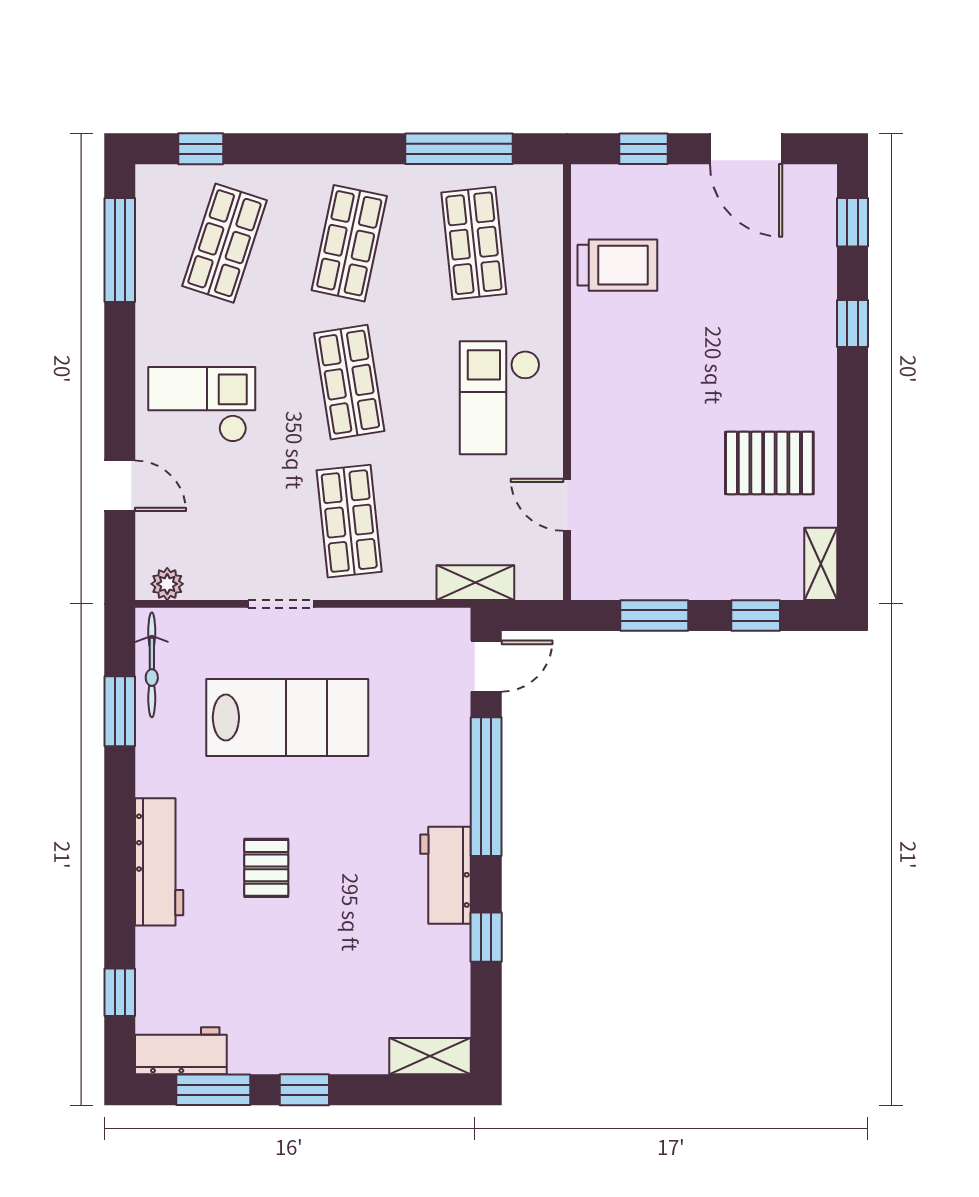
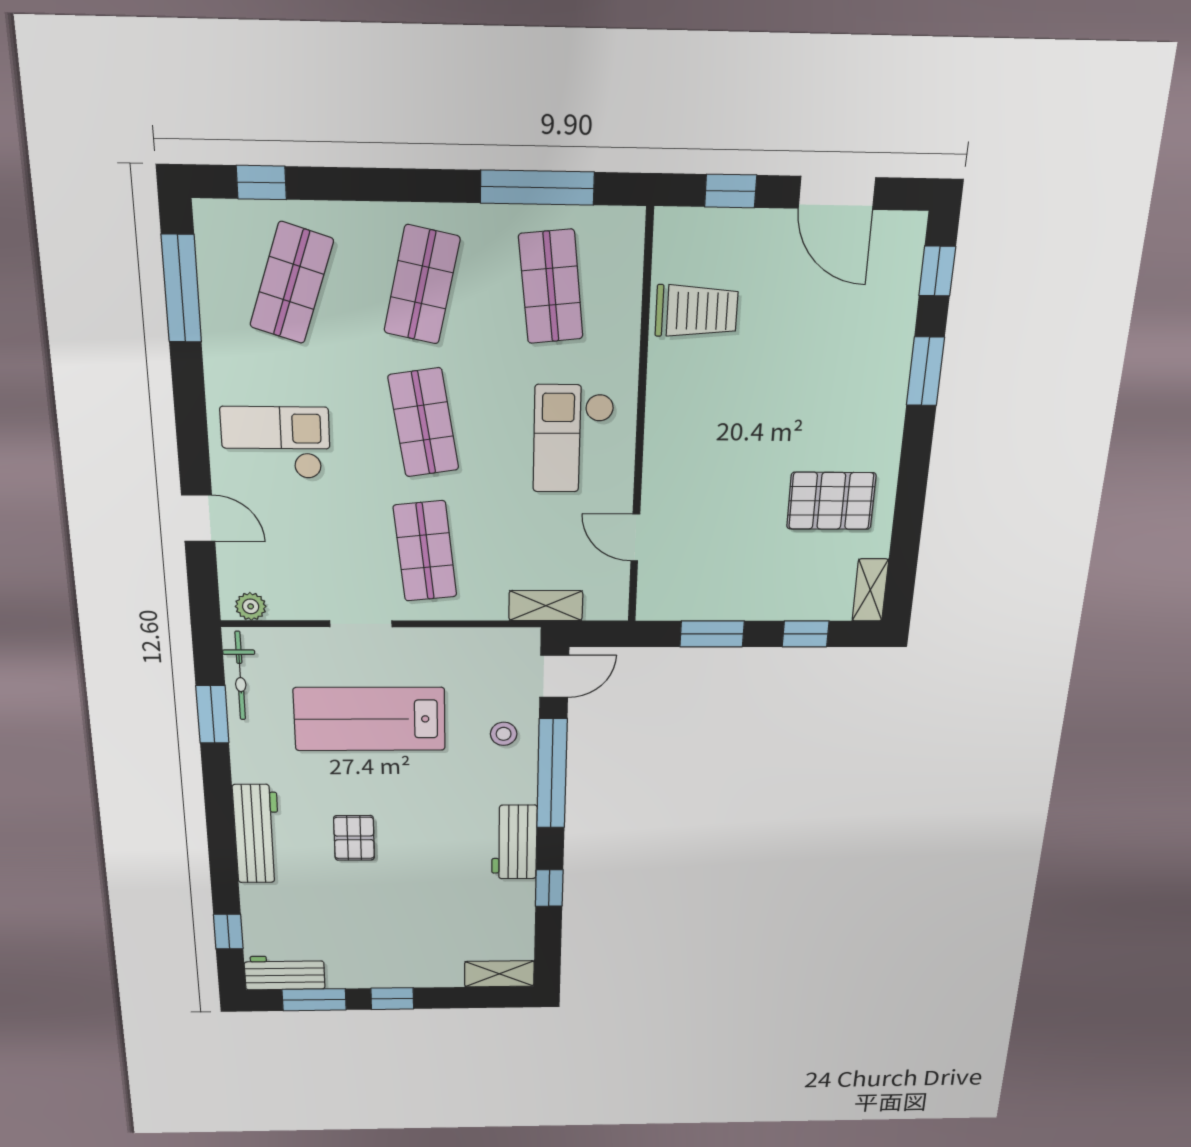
window: (852, 324) -> (925, 371), width x1.50
lab bench: (287, 717) -> (370, 719), turned 180
stool: (432, 736) -> (504, 734), added

